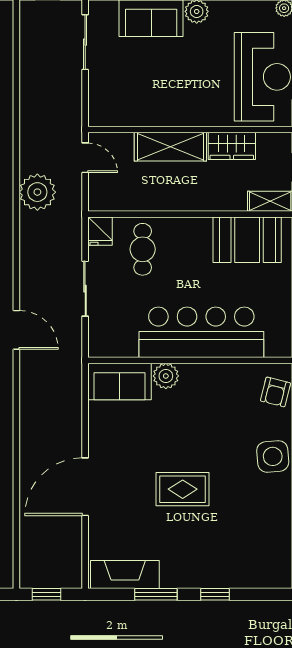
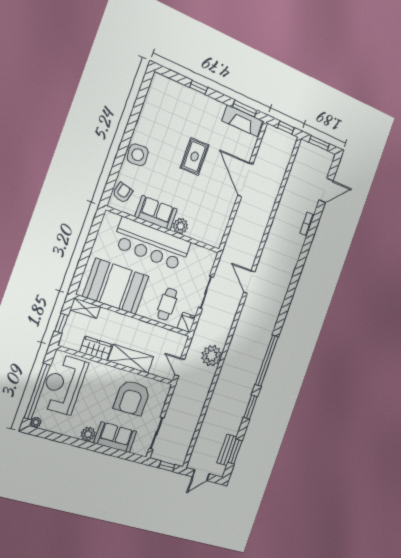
armchair: (147, 87) -> (132, 398), added
booth: (247, 240) -> (116, 286), width x1.36, depth x1.42
sofa: (119, 381) -> (156, 213), moved
door: (85, 487) -> (245, 180), swing flipped
rug: (183, 489) -> (195, 156), turned 90
window: (156, 594) -> (245, 109), moved

